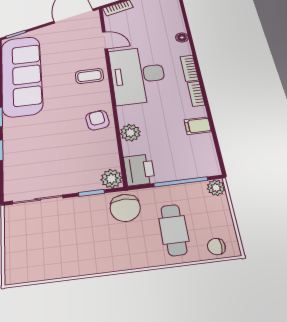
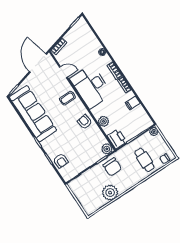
armchair: (19, 162) -> (61, 161), added
chair: (125, 208) -> (112, 167), moved
plant: (74, 260) -> (110, 193), added

